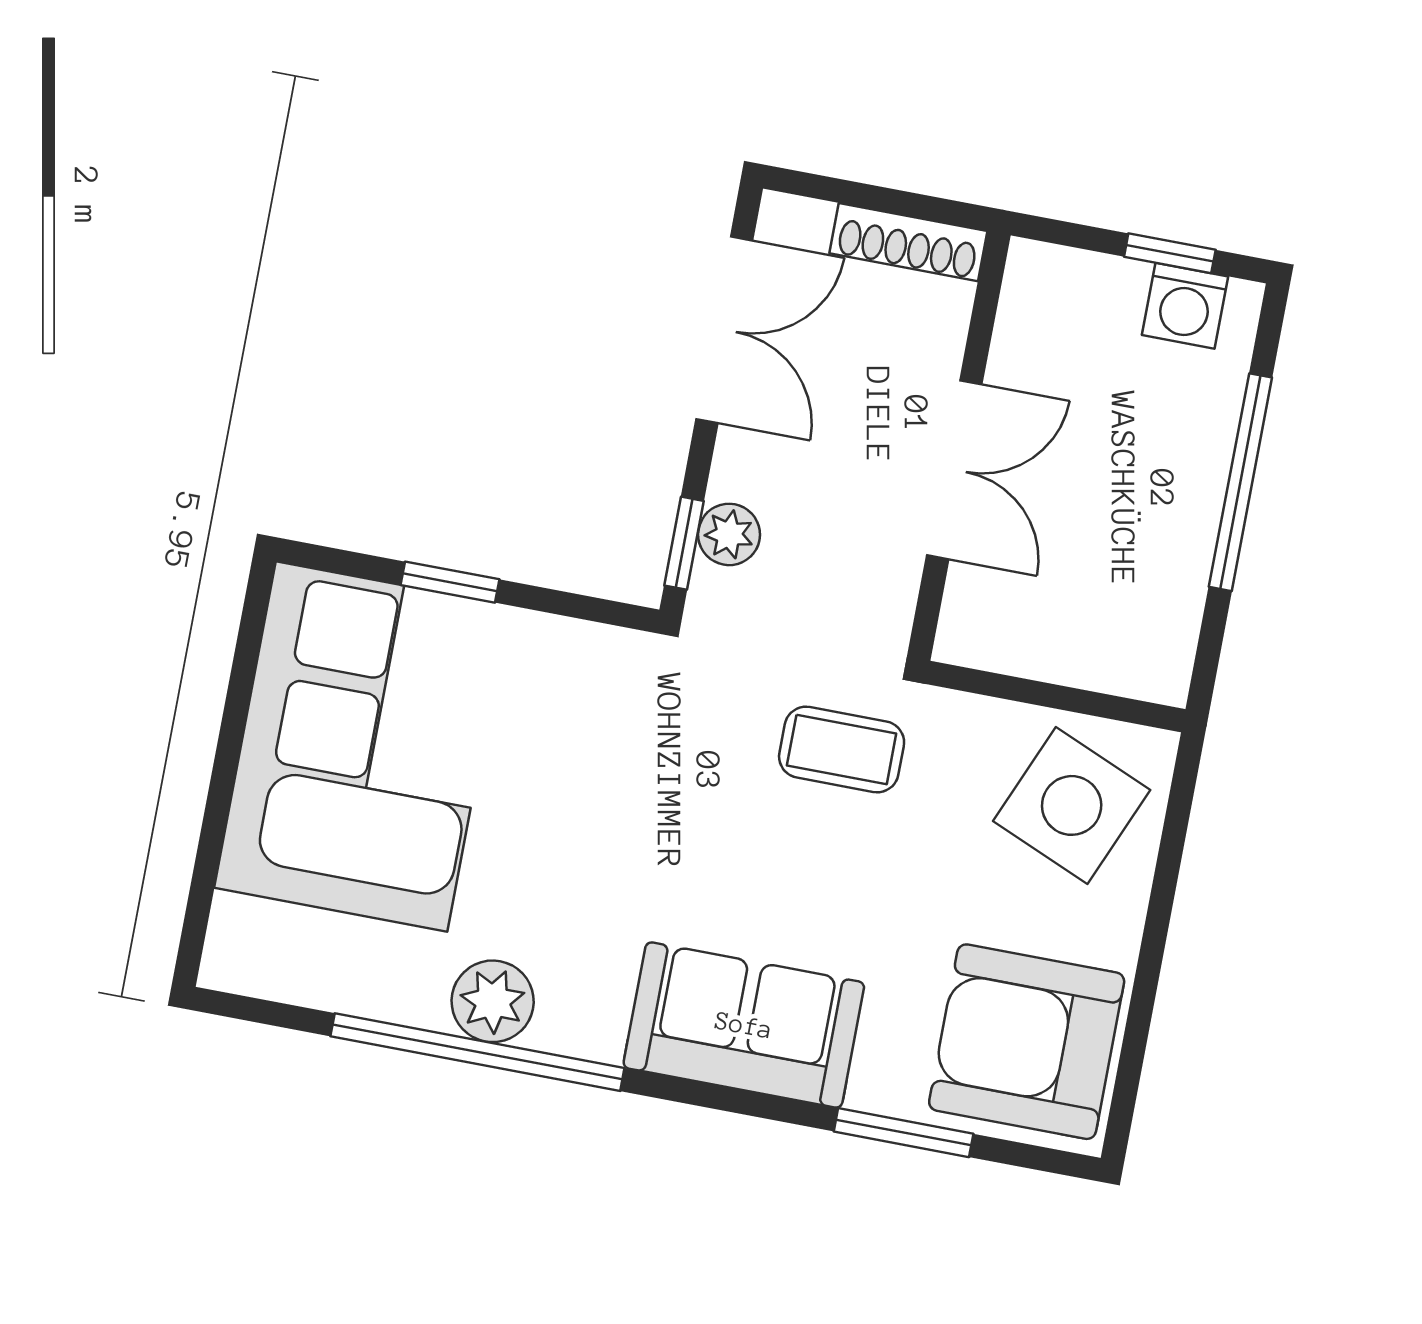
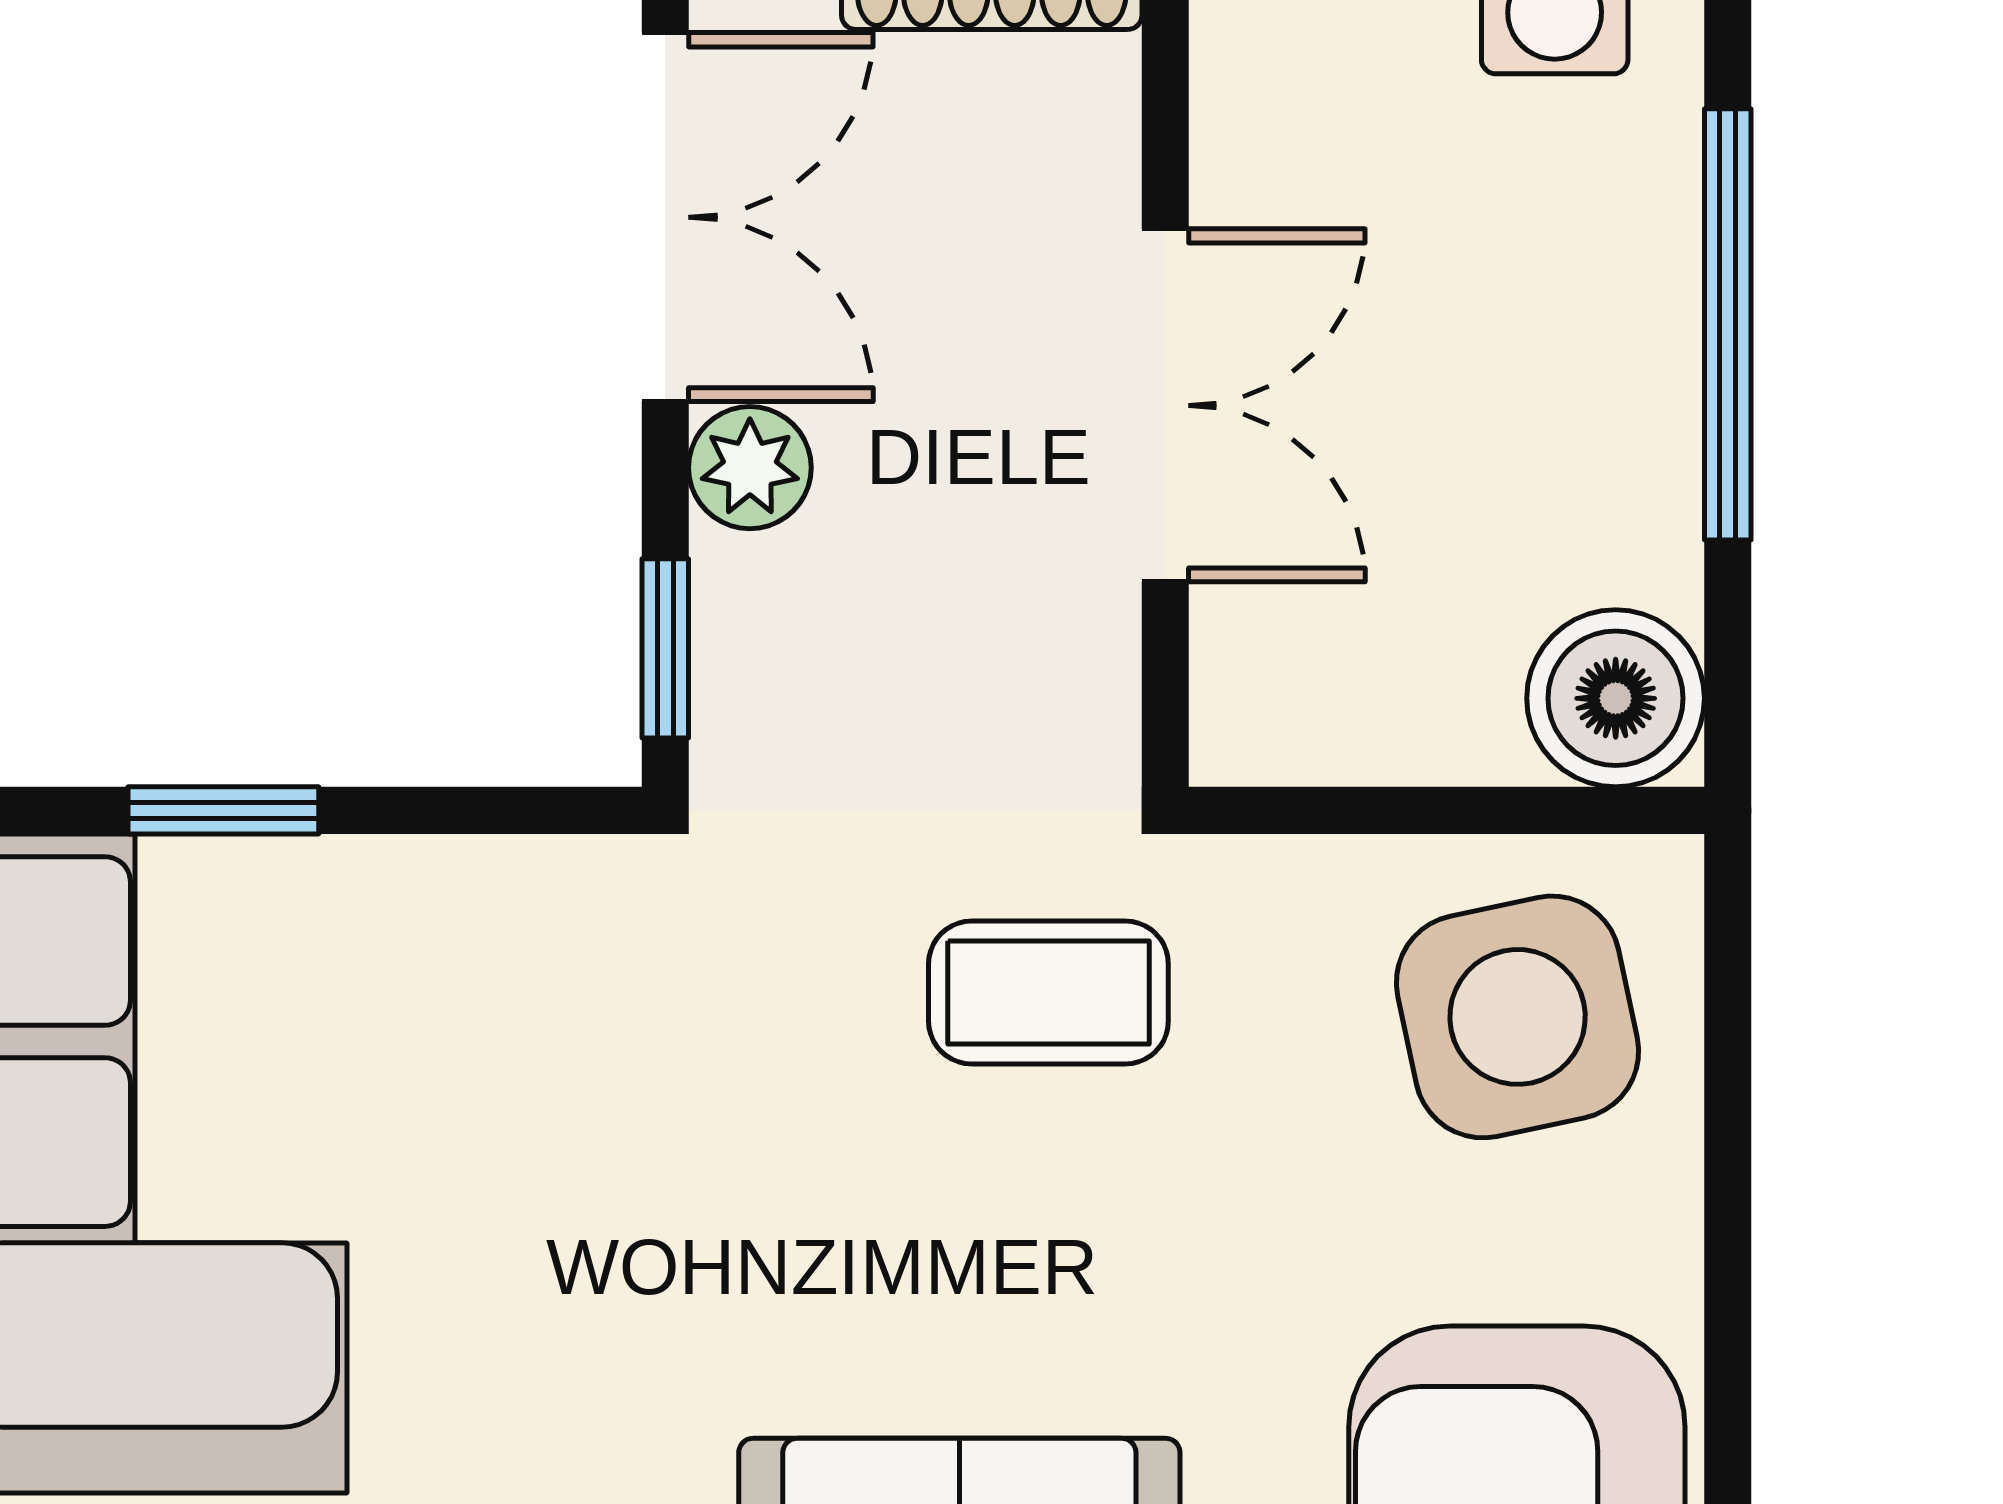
plant: (729, 534) -> (750, 468), moved
boiler: (1150, 657) -> (1616, 698), added
side table: (1072, 805) -> (1518, 1017), turned -35

